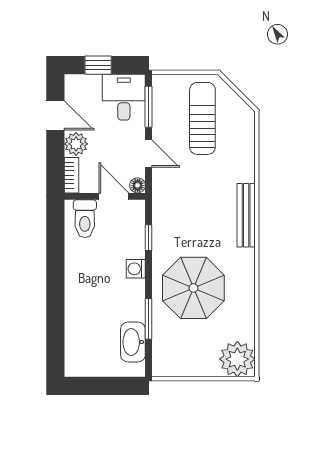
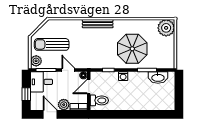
plant: (168, 86) -> (36, 61), added
door: (55, 115) -> (50, 114), hinge flipped
door: (149, 154) -> (68, 70), hinge flipped

